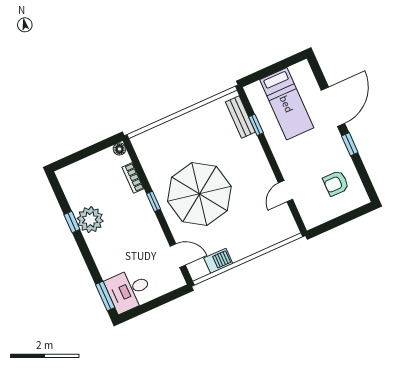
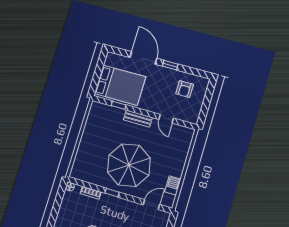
bed: (287, 104) -> (120, 85), width x1.50
bench: (240, 117) -> (138, 119), moved

